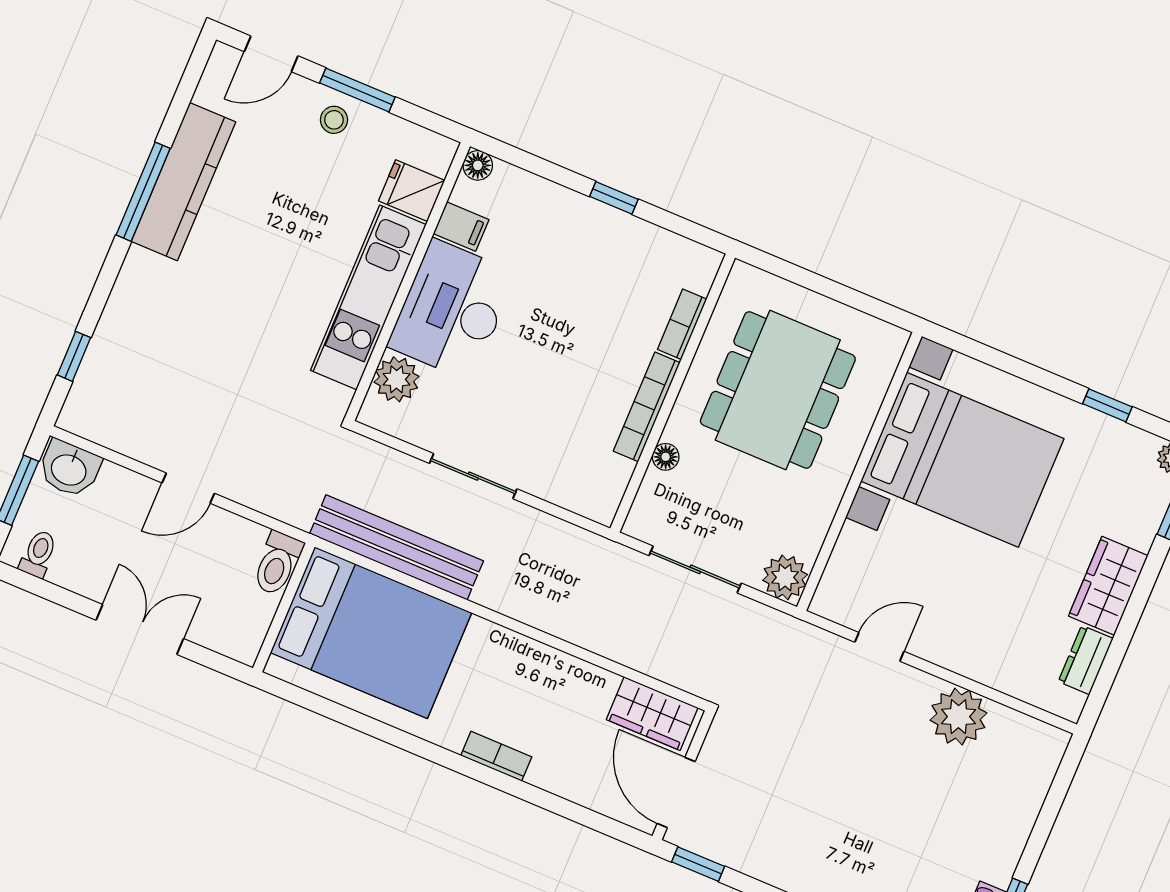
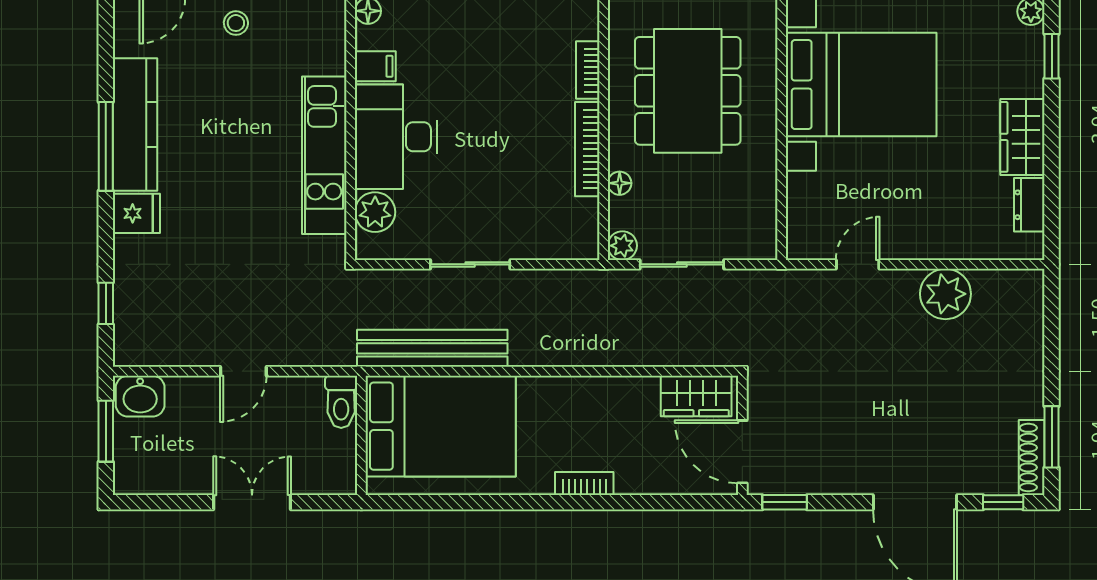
fridge: (412, 191) -> (136, 213), moved, turned 180
toilet: (38, 554) -> (144, 476), removed
plant: (785, 577) -> (622, 246), moved, width x0.73, depth x0.73

